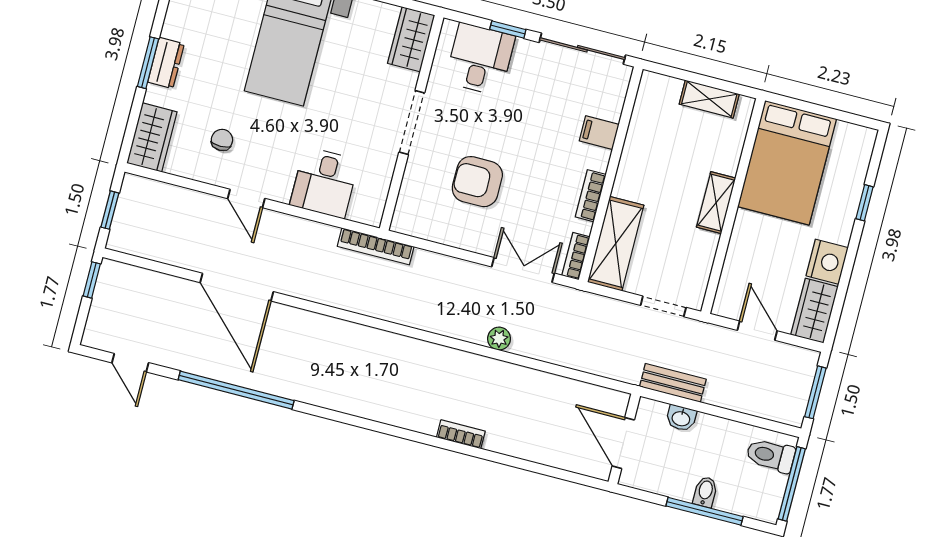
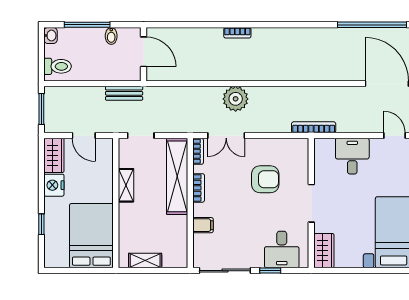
shelving: (716, 203) -> (126, 185), moved
shelving: (616, 244) -> (177, 176), width x1.47
plant: (499, 339) -> (236, 99), width x1.88, depth x1.88
washbasin: (681, 418) -> (51, 36), moved, turned 90
window: (792, 484) -> (41, 53), removed
bidet: (705, 492) -> (111, 36), moved

